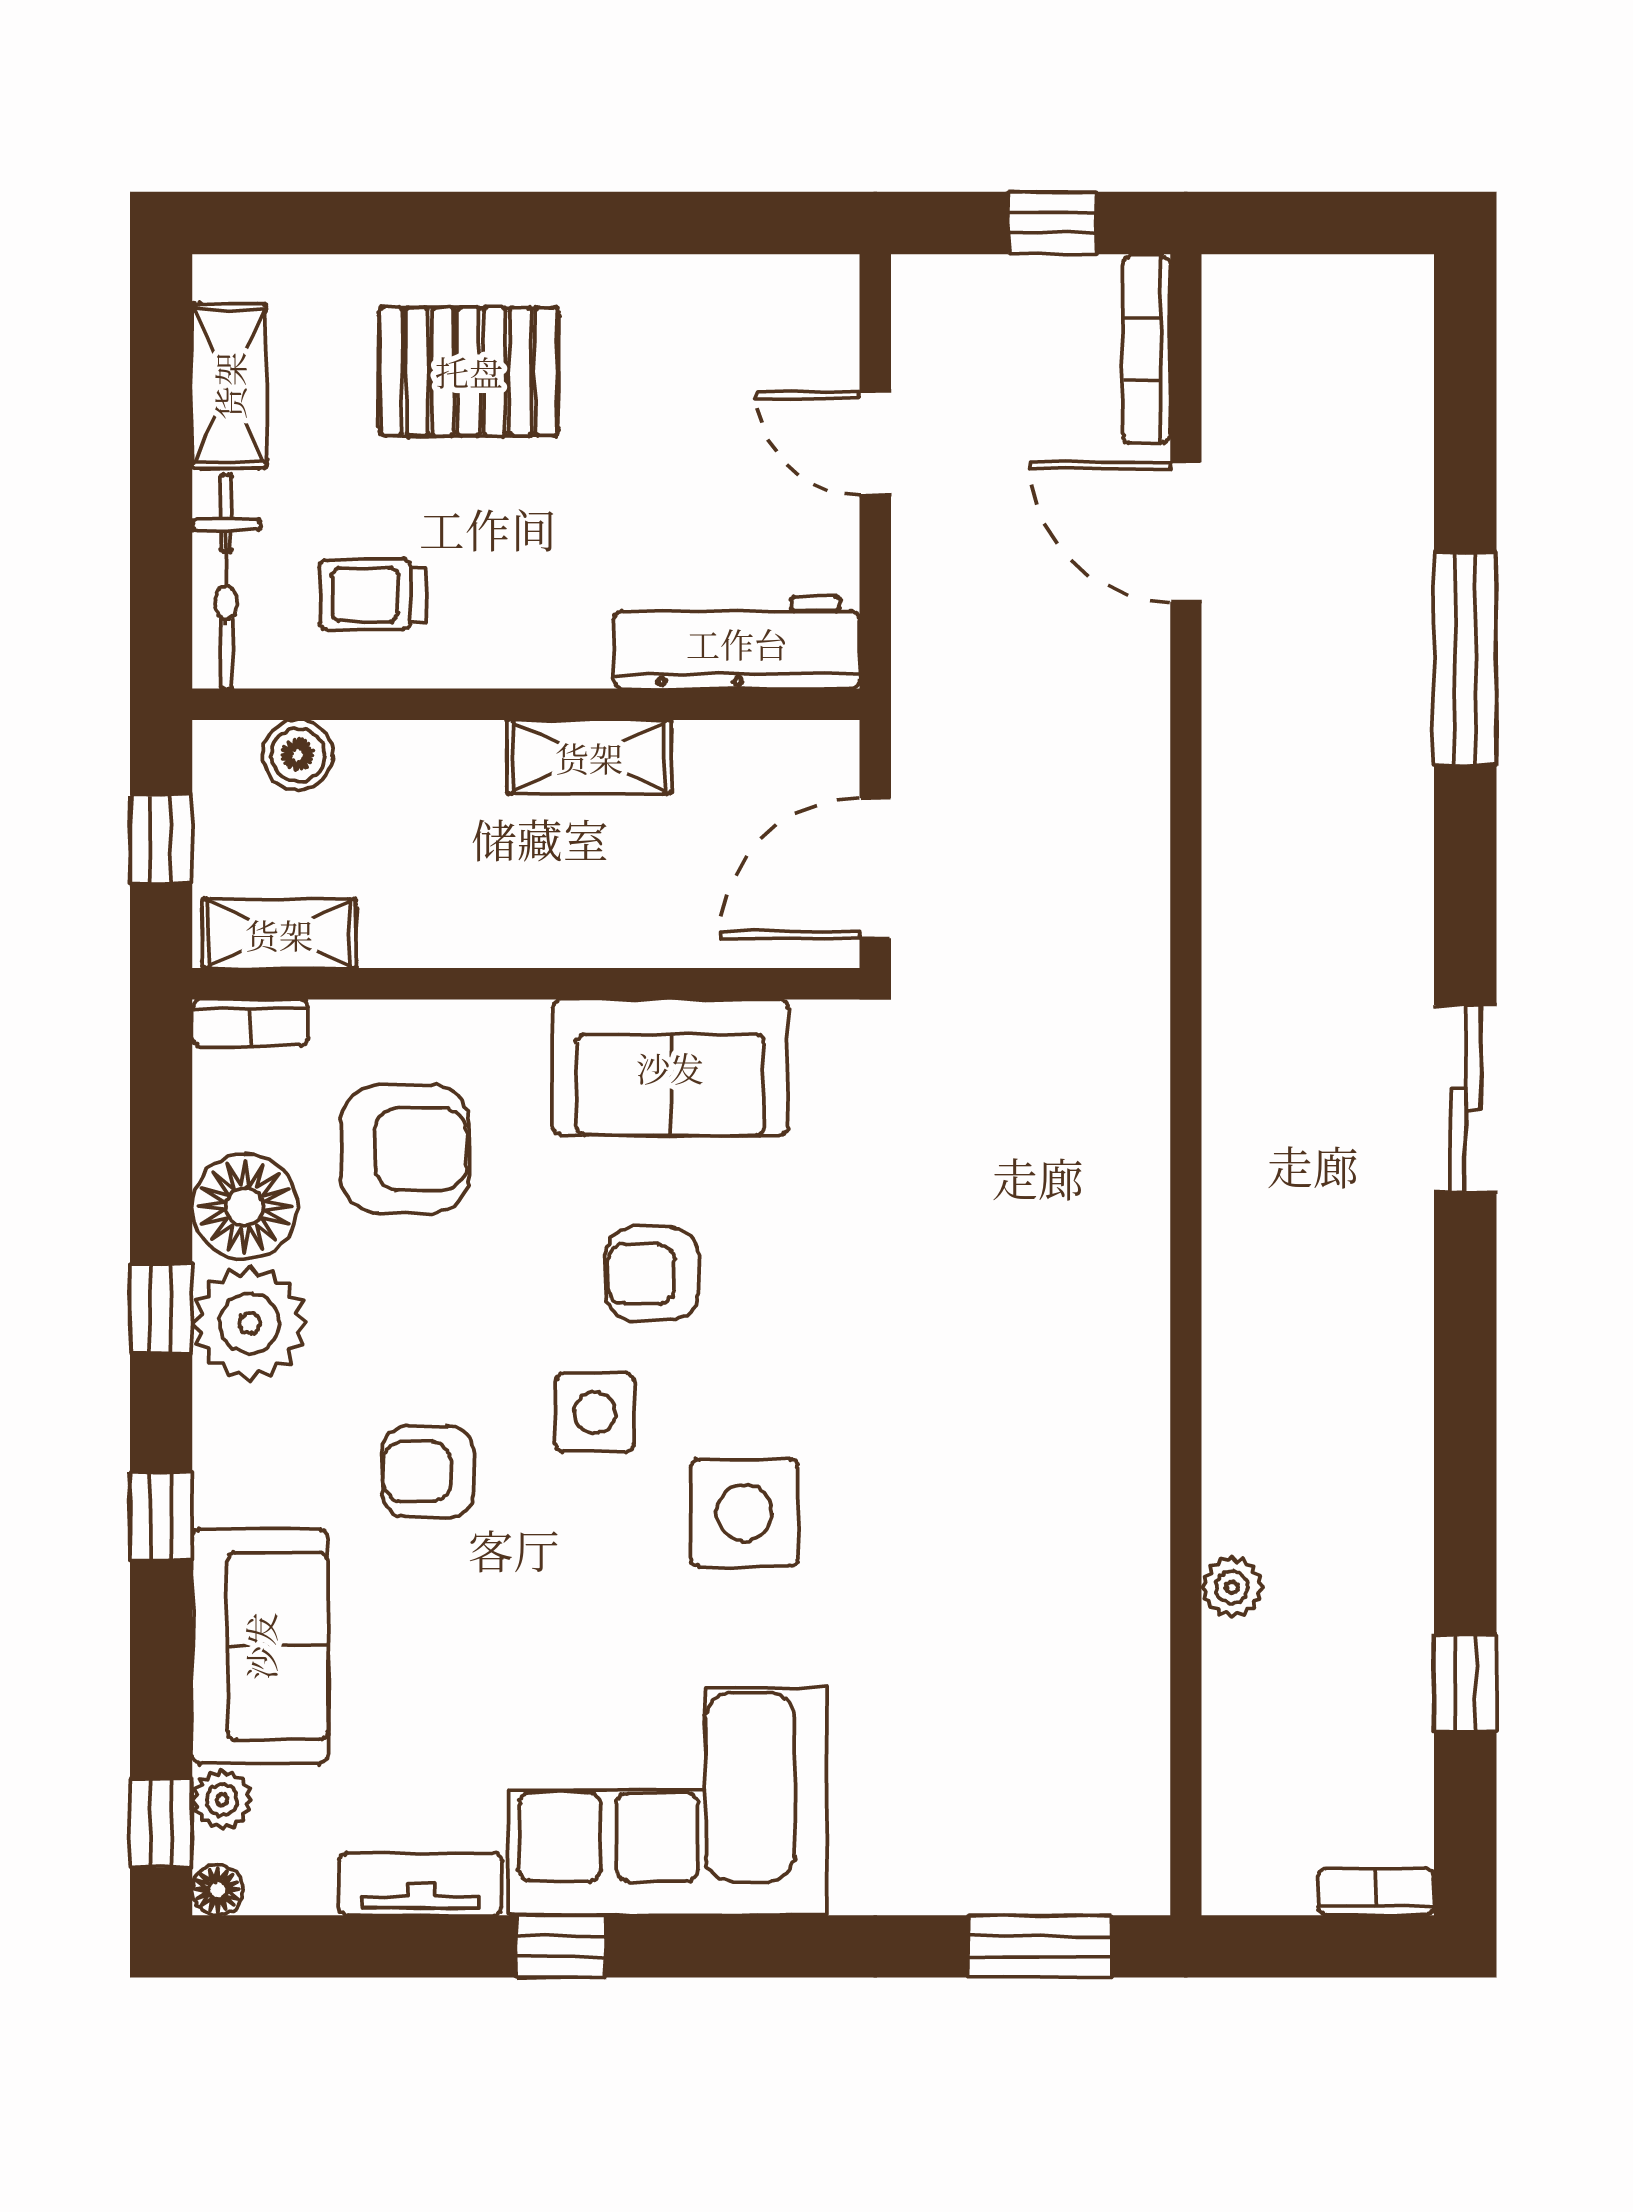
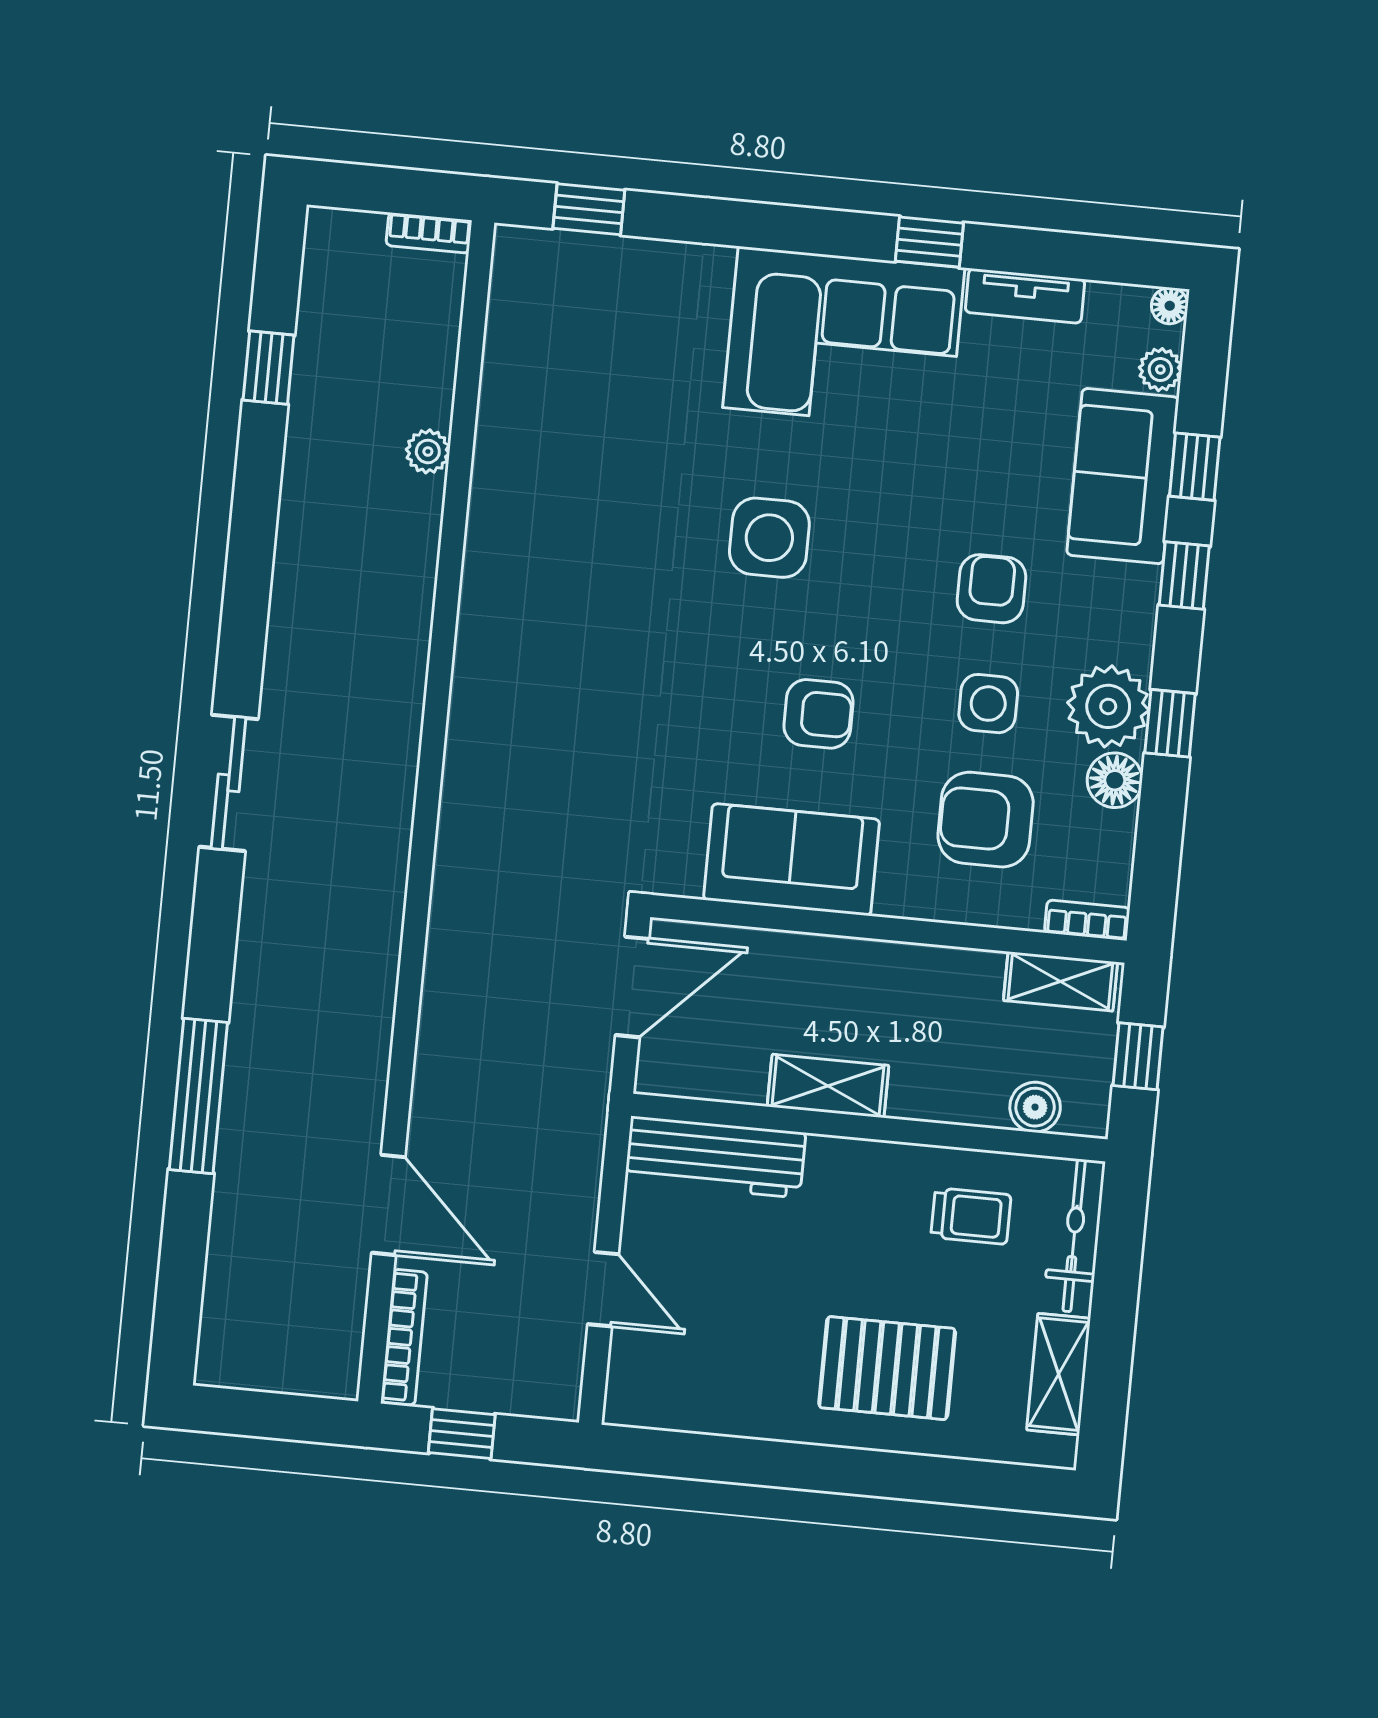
floor lamp: (245, 1207) -> (1115, 780), width x0.73, depth x0.73
side table: (595, 1413) -> (988, 704), moved
armchair: (428, 1472) -> (991, 589), turned -90
window: (161, 1823) -> (1195, 467), moved
bookcase: (1376, 1892) -> (429, 233), moved
window: (1040, 1946) -> (589, 209), width x0.67

